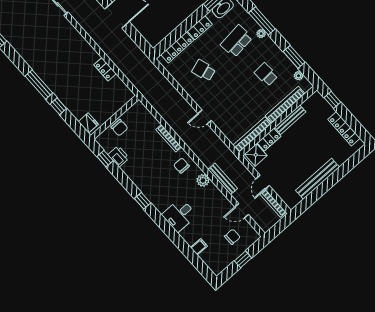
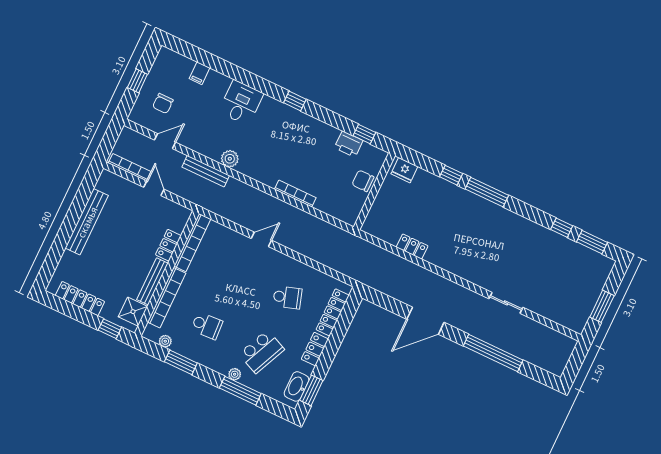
school desk: (236, 41) -> (262, 352), turned 30
shower: (256, 155) -> (133, 312), moved
chair: (181, 166) -> (265, 166), removed

